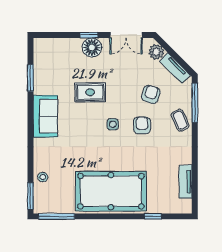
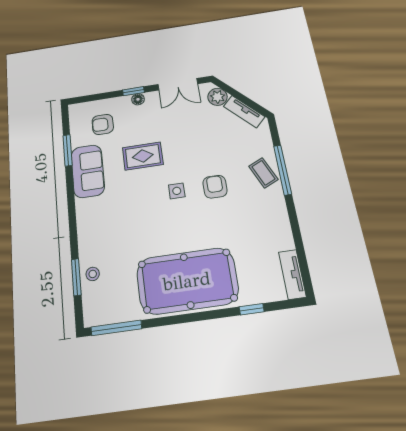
floor lamp: (92, 48) -> (138, 99), width x0.53, depth x0.53
armchair: (151, 94) -> (103, 124), moved, turned -108
window: (195, 103) -> (283, 170), moved
sofa: (45, 116) -> (88, 171), moved
tv unit: (186, 182) -> (292, 274), moved
window: (30, 196) -> (76, 277), moved

